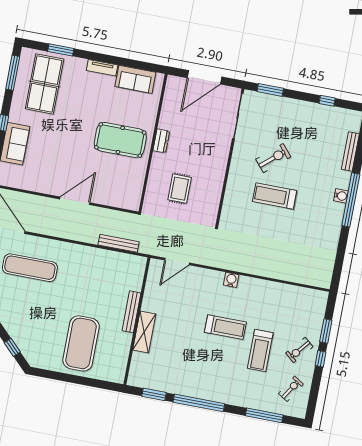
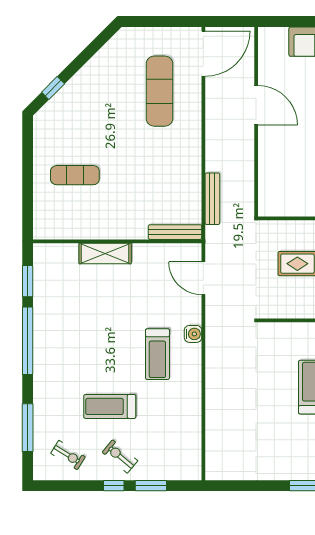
door: (75, 201) -> (256, 105), moved
water cooler: (231, 280) -> (193, 334), moved
bench: (131, 312) -> (175, 232), moved
treadmill: (225, 327) -> (157, 354), moved
exercise mat: (81, 343) -> (75, 175), width x0.50, depth x0.69

